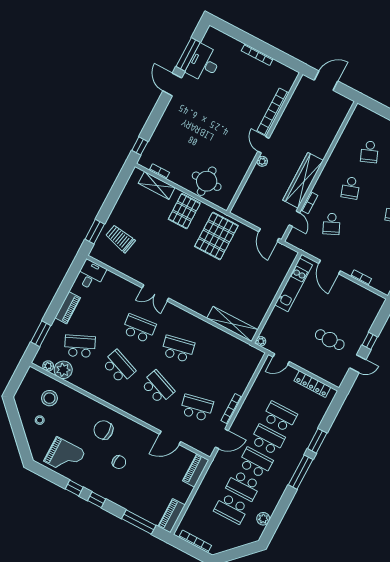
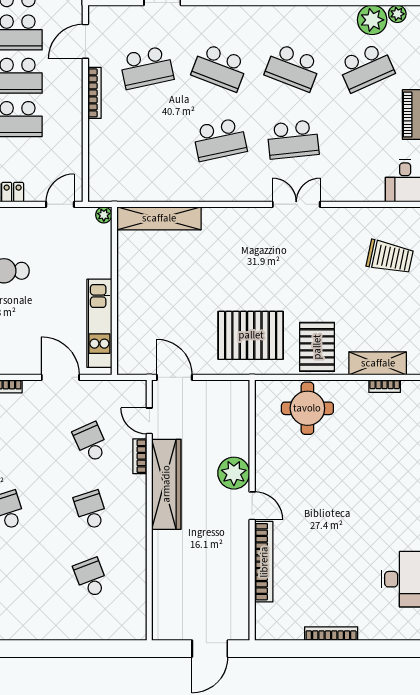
plant: (262, 161) -> (234, 473), width x1.88, depth x1.88
pallet: (216, 236) -> (251, 335), turned 90

